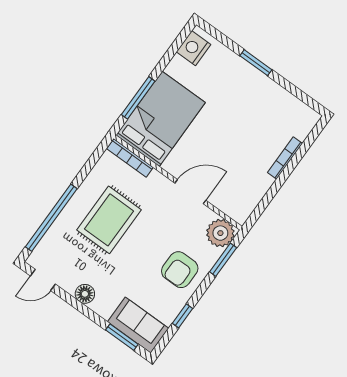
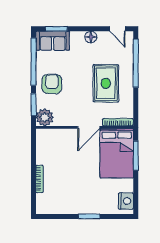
door: (190, 192) -> (89, 127), moved
door: (43, 280) -> (117, 29), swing flipped
window: (183, 316) -> (34, 62), width x3.17

